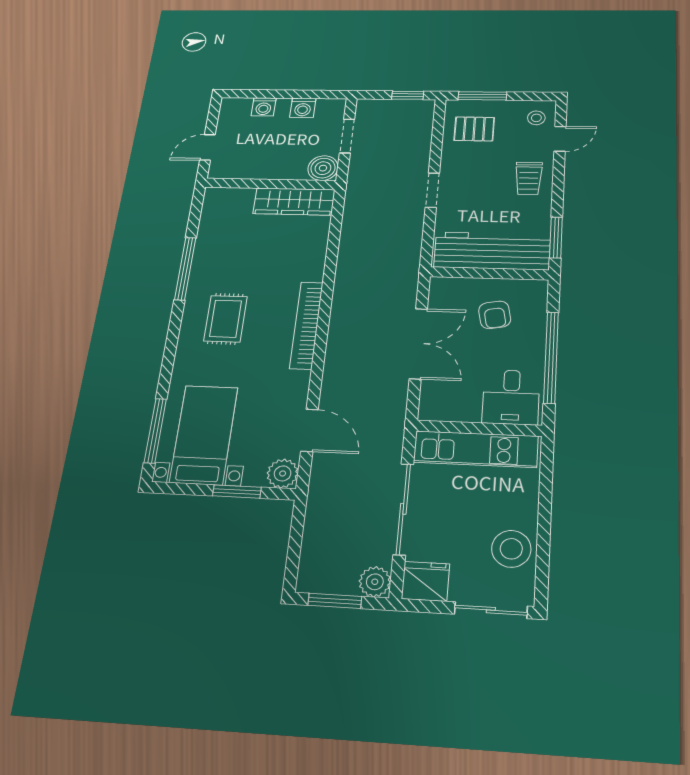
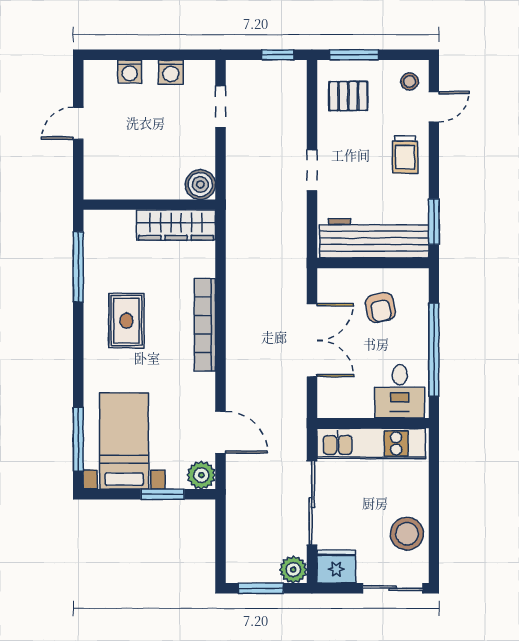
boiler: (323, 168) -> (200, 185), moved
wall: (270, 184) -> (149, 205), moved
wardrobe: (294, 202) -> (176, 225), moved

